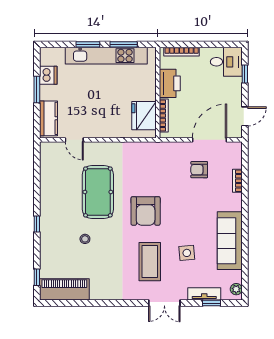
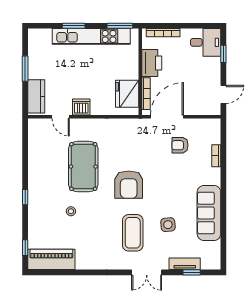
window: (124, 44) -> (120, 26), moved
dishwasher: (48, 75) -> (81, 107), moved, turned -90
door: (210, 140) -> (167, 117), moved
plant: (236, 289) -> (215, 259), removed

